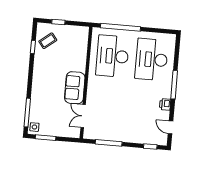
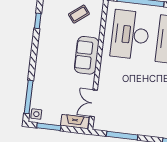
coffee table: (48, 41) -> (79, 14), moved
sofa: (75, 88) -> (87, 55), moved
fireplace: (68, 132) -> (75, 122), added

